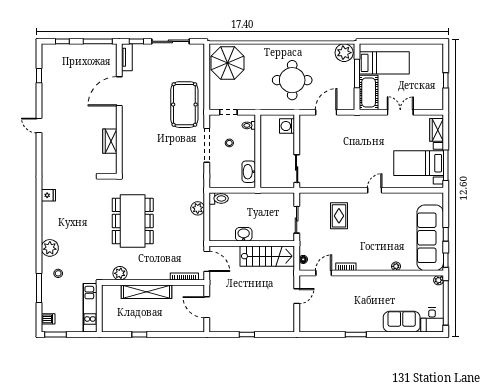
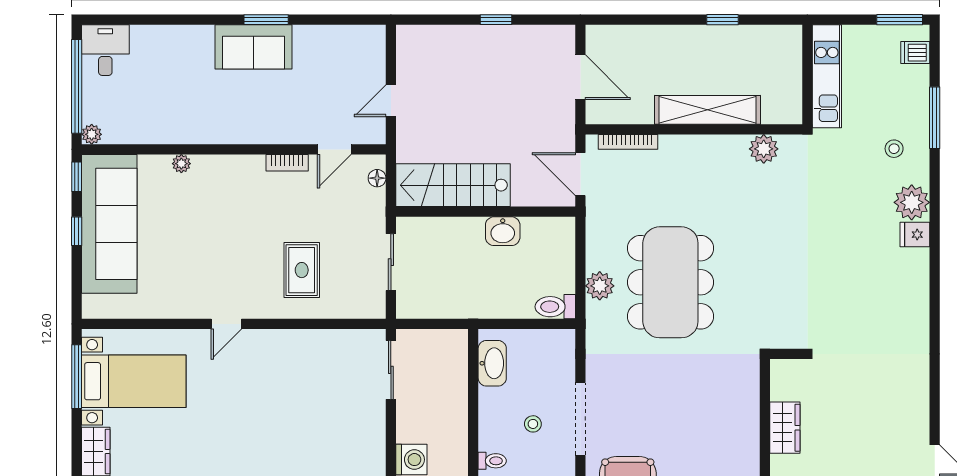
fridge: (48, 195) -> (915, 235), moved
dining table: (133, 221) -> (670, 282), moved
sofa: (402, 322) -> (253, 47), moved

